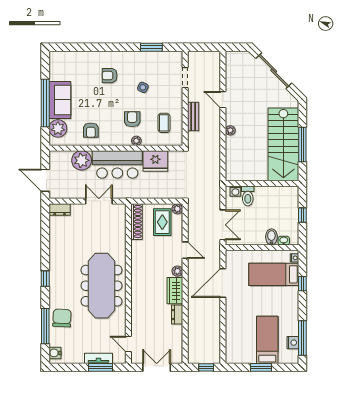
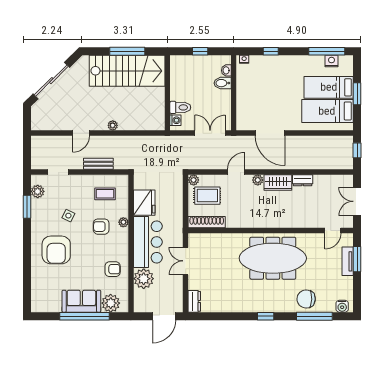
plant: (166, 57) -> (38, 191), added
armchair: (110, 76) -> (56, 250), width x1.88, depth x1.88
bed: (274, 274) -> (327, 111), moved, turned 90

